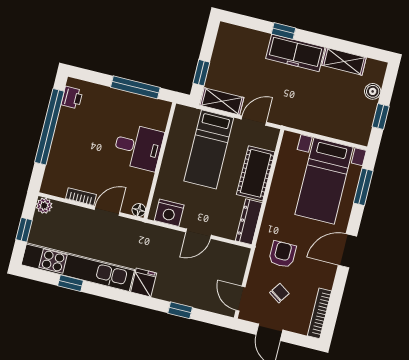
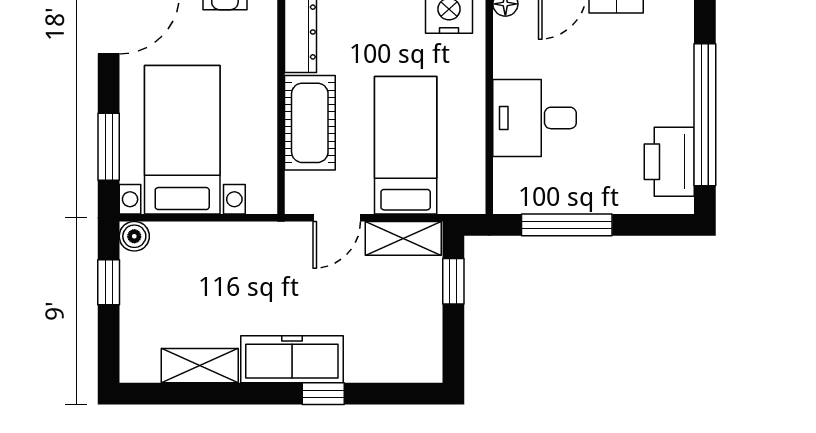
boiler: (373, 91) -> (134, 236), moved
printer: (72, 98) -> (669, 162), width x1.87, depth x1.48

